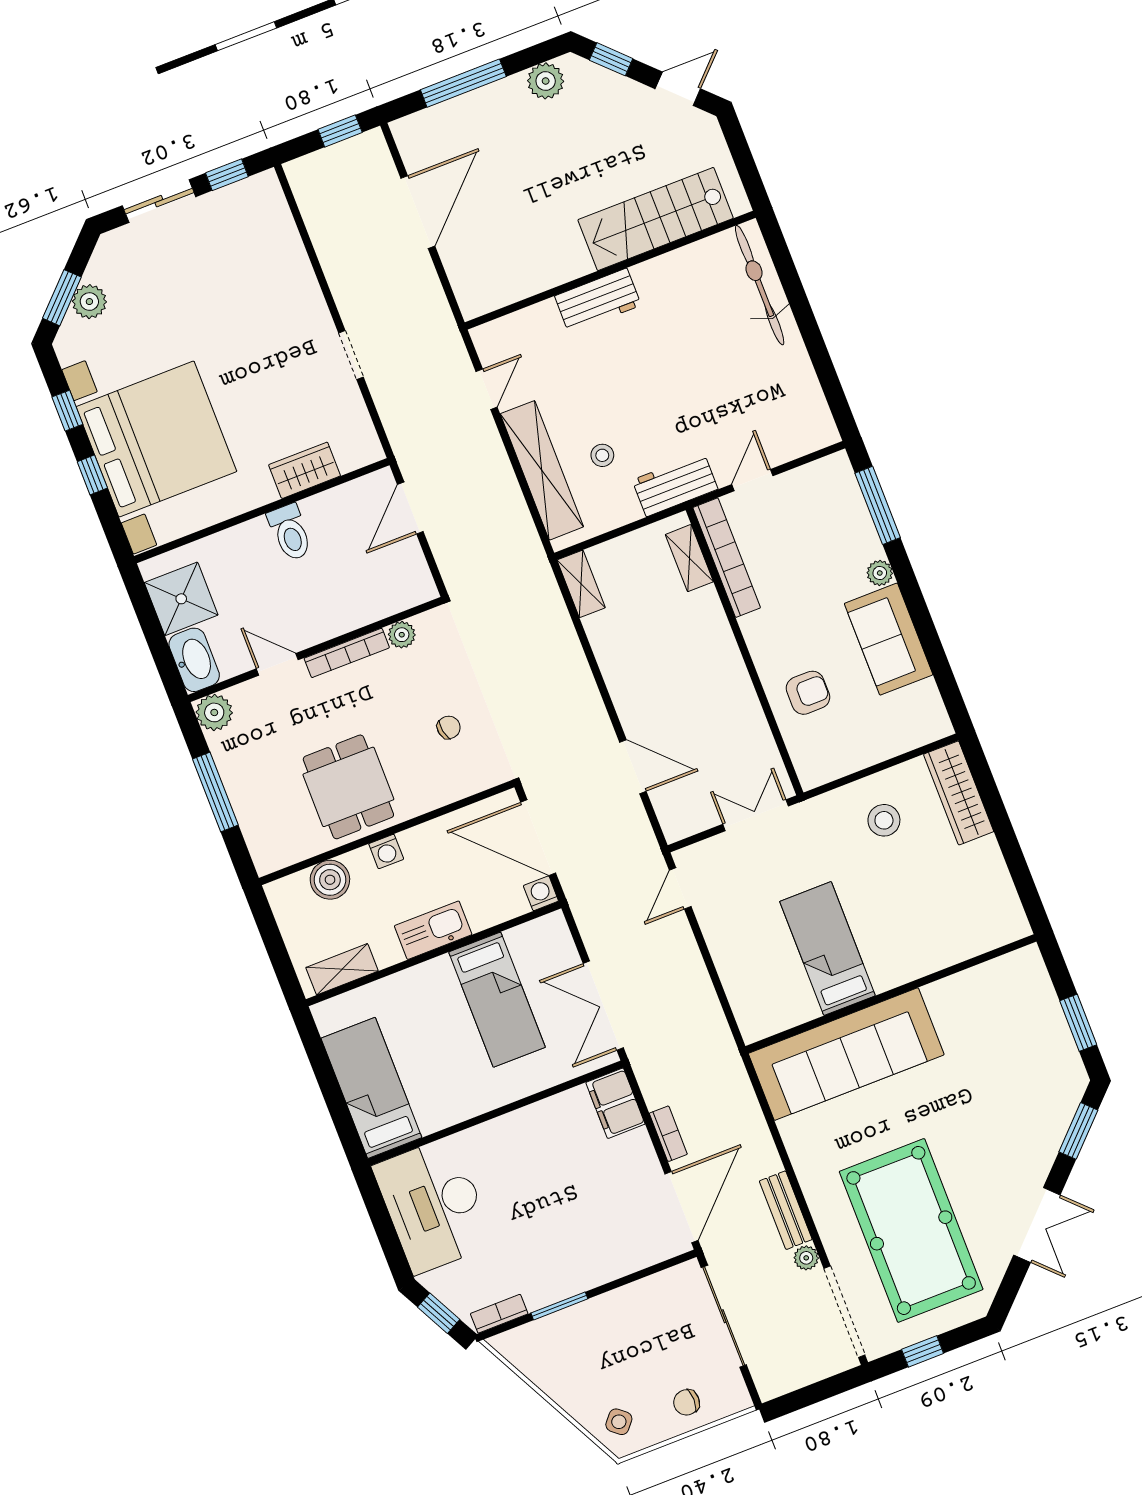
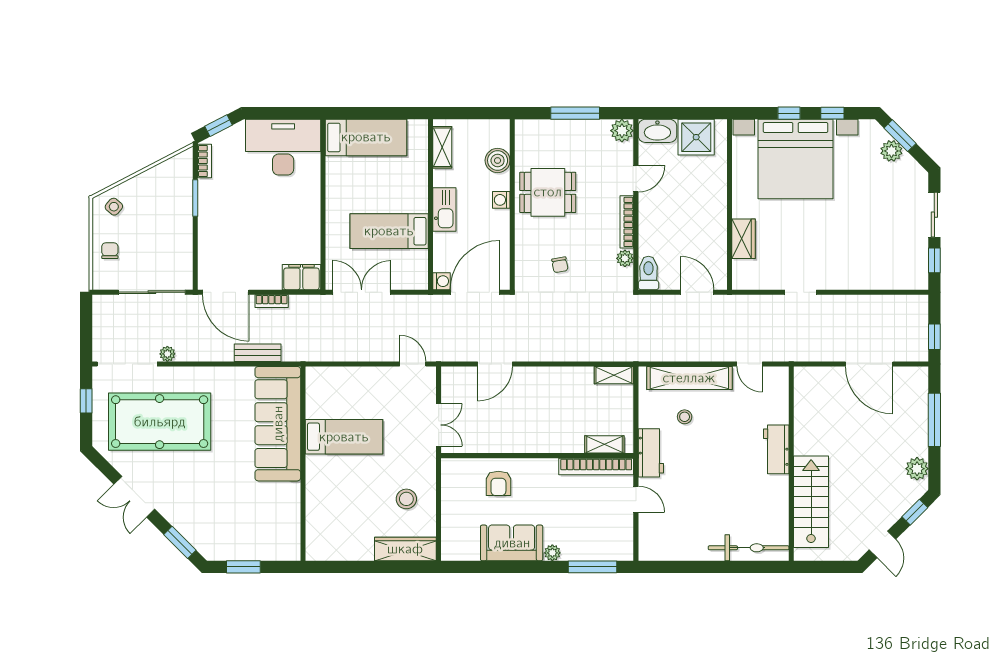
toilet: (290, 532) -> (648, 273), moved, turned 90
bench: (786, 1210) -> (258, 353), moved

